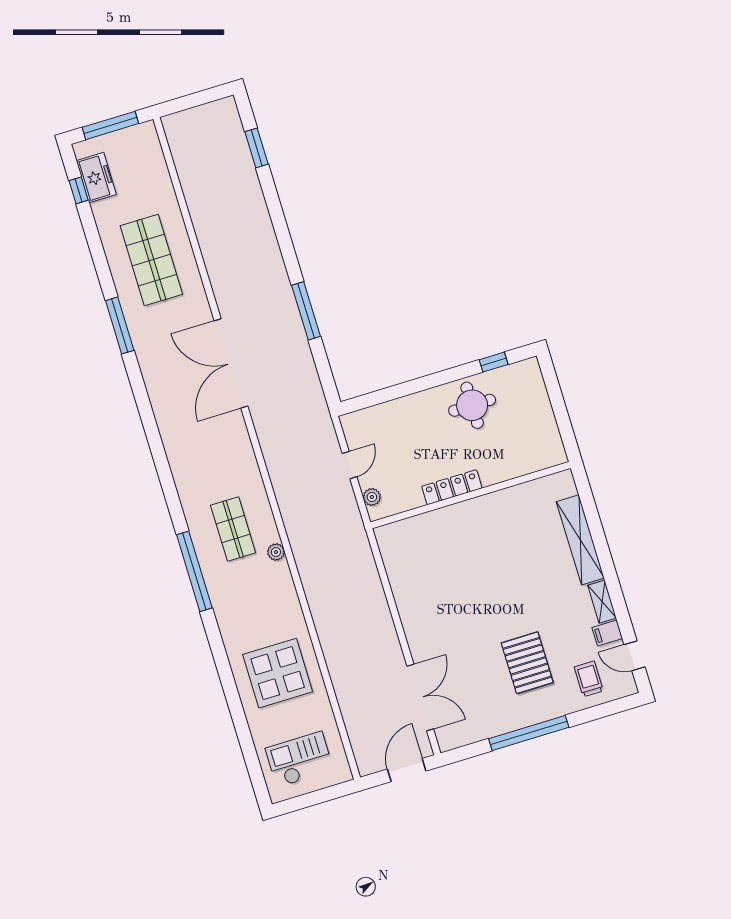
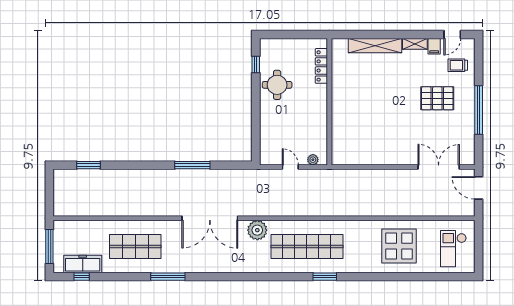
freezer: (96, 178) -> (83, 264), width x1.40
locker: (452, 487) -> (321, 66), moved
shop shelf: (233, 529) -> (307, 246), width x2.00, depth x1.36
plant: (276, 552) -> (257, 230), moved, width x1.87, depth x1.87
window: (194, 571) -> (325, 277), width x0.47

